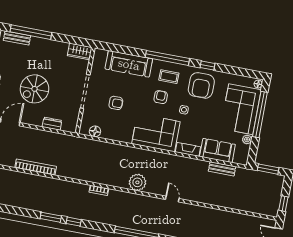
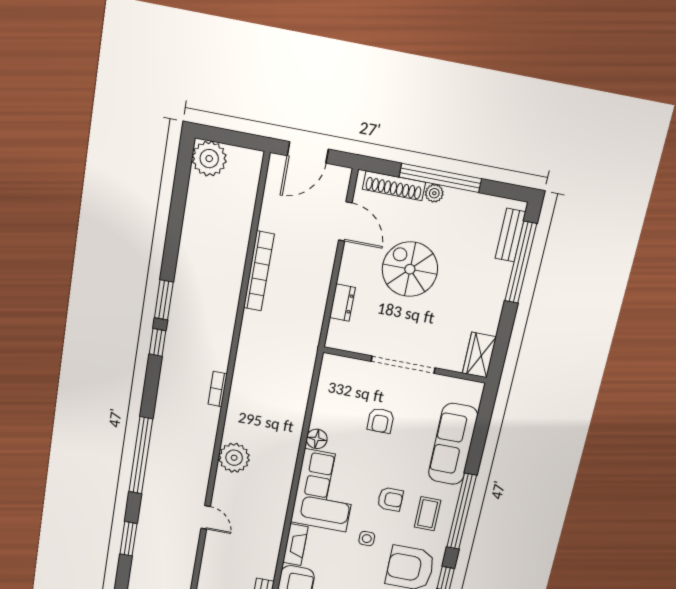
floor lamp: (95, 131) -> (317, 439), moved
door: (172, 199) -> (206, 517), hinge flipped

